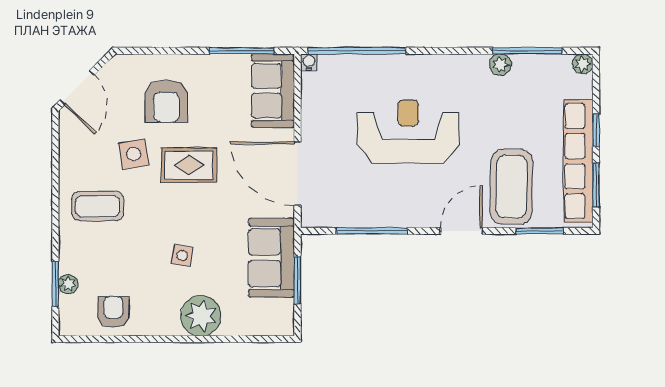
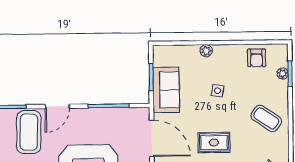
side table: (134, 154) -> (246, 149), removed
coffee table: (98, 206) -> (266, 118), turned 34
plant: (201, 316) -> (206, 51), width x0.53, depth x0.53

